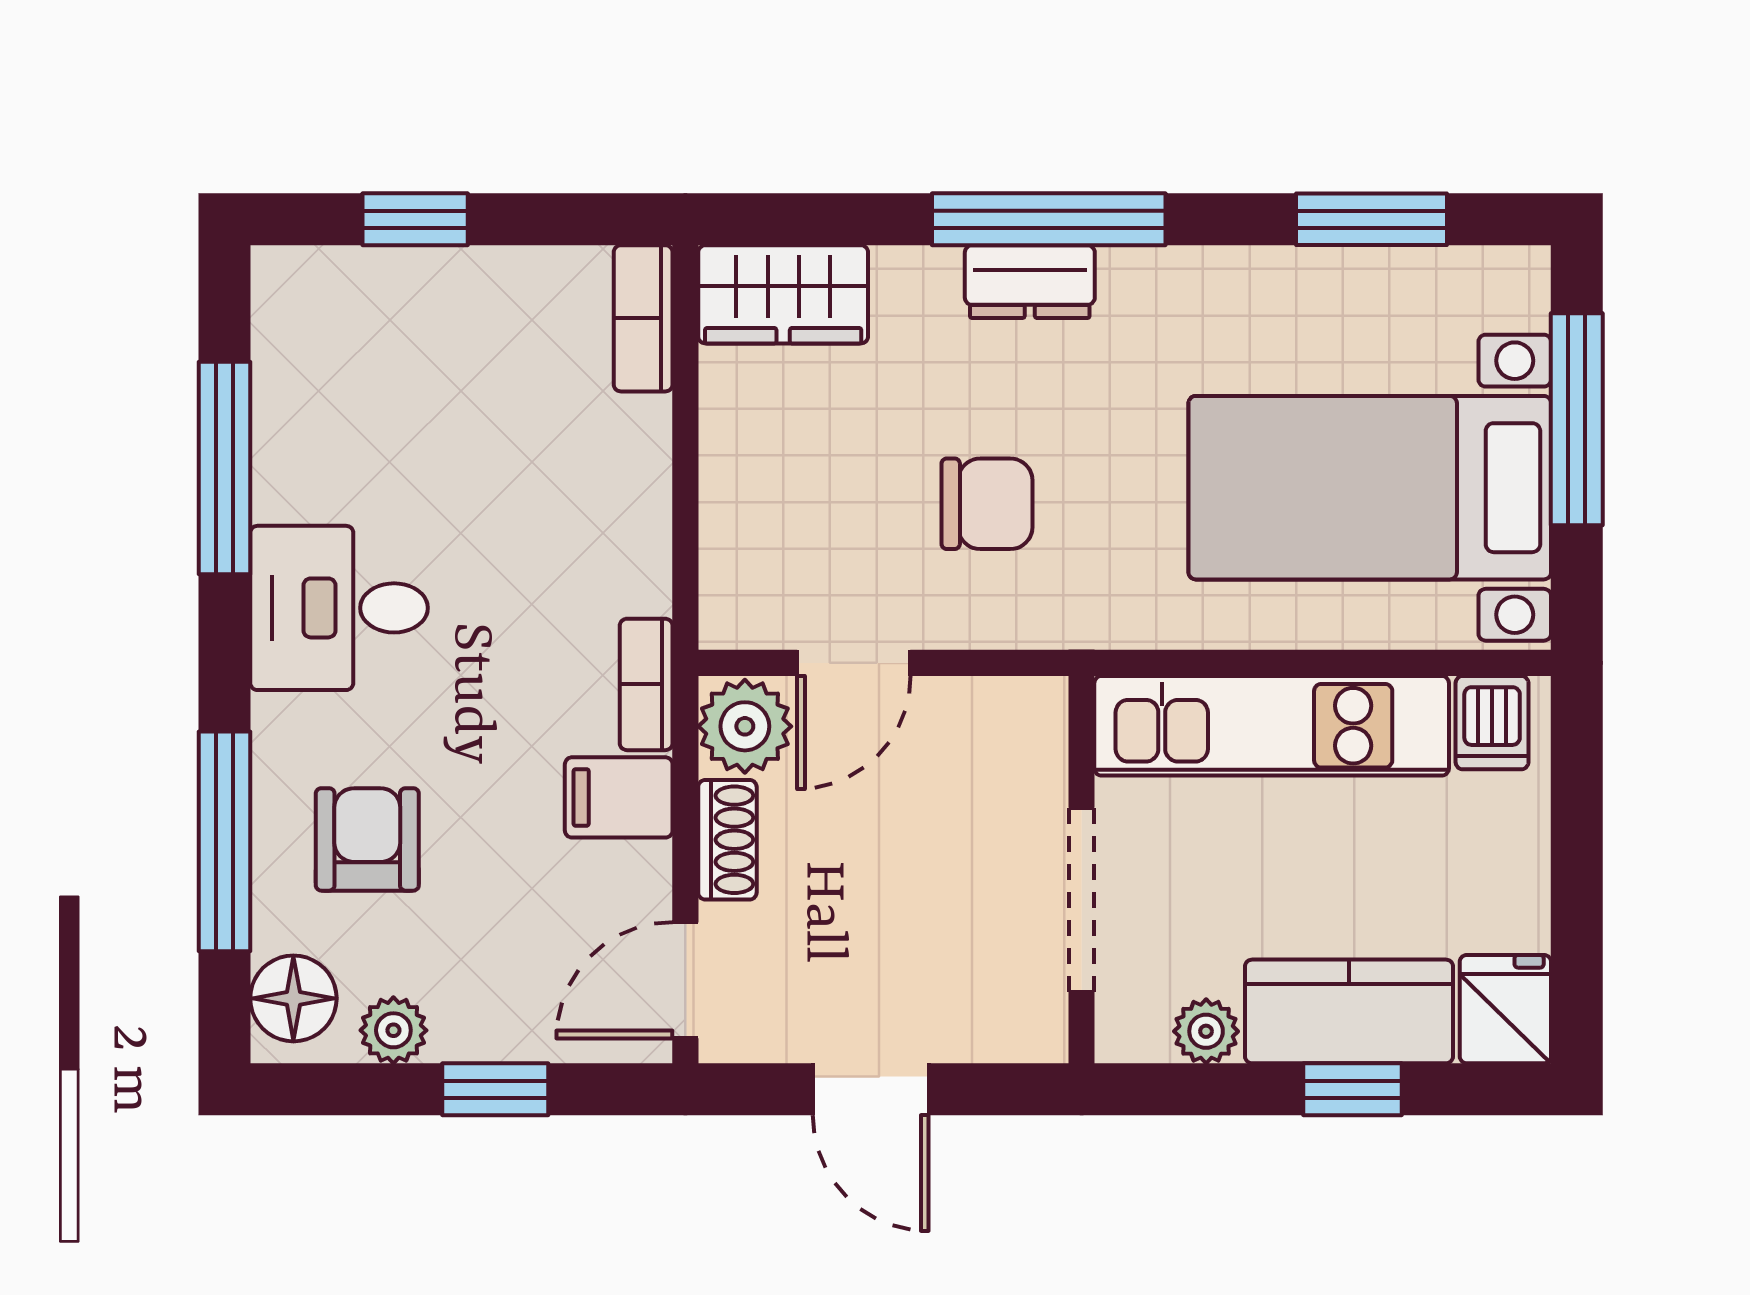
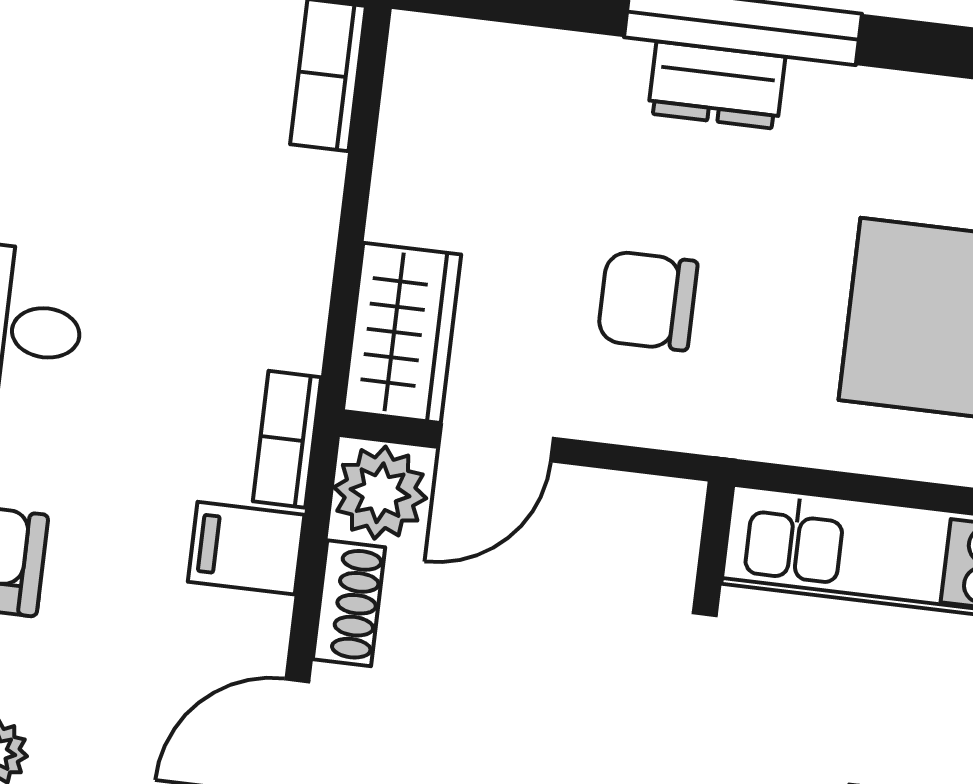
wardrobe: (783, 294) -> (402, 333), moved, turned -90
chair: (987, 504) -> (647, 301), turned 180

